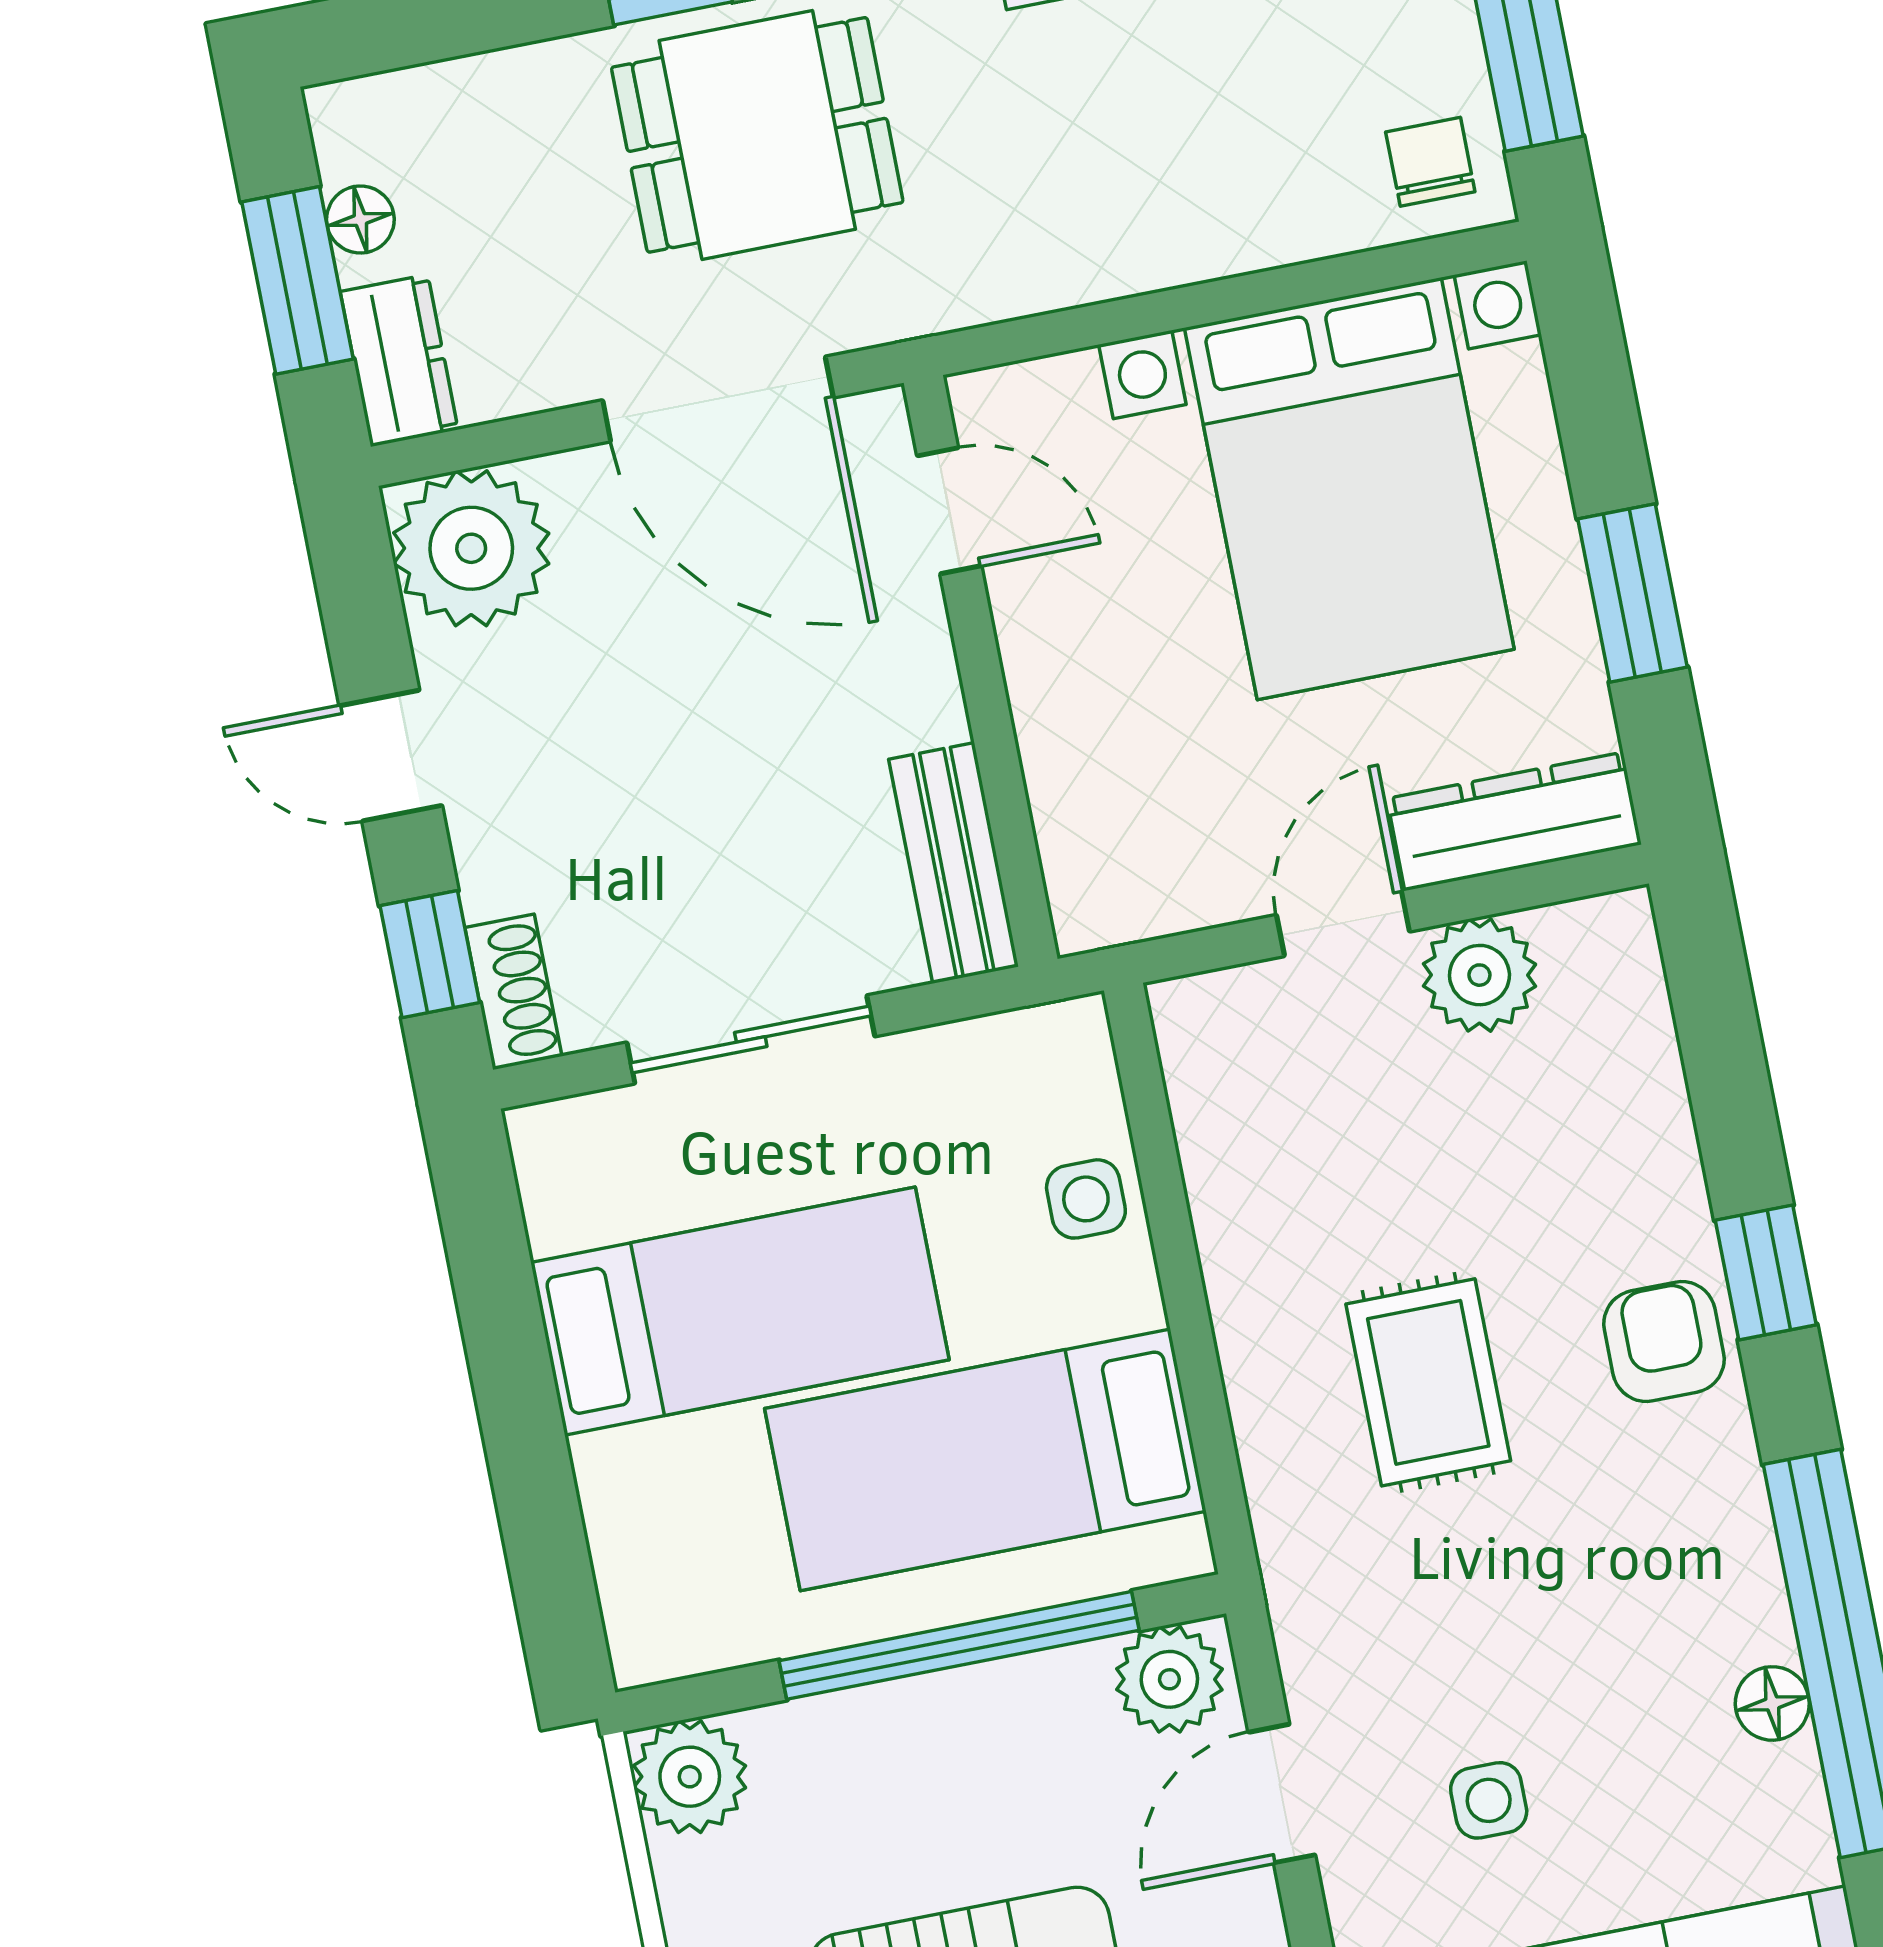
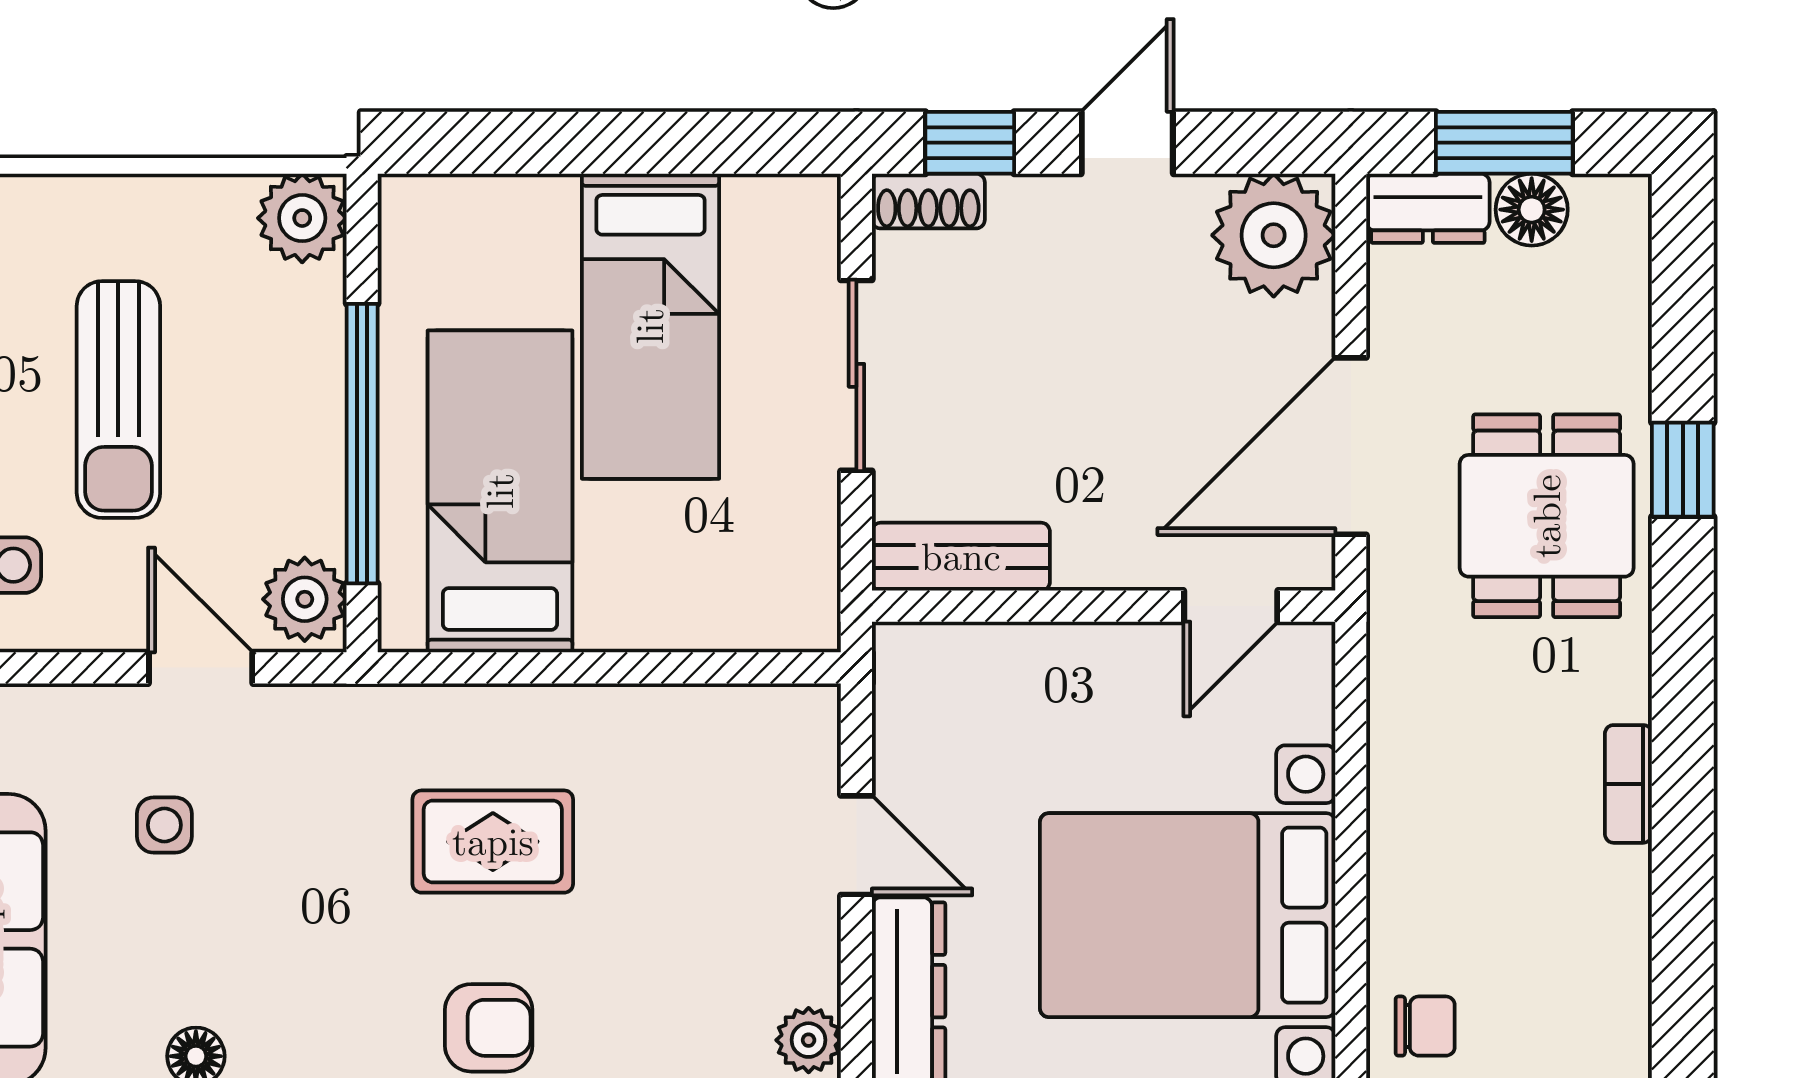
floor lamp: (360, 220) -> (1532, 210), width x1.37, depth x1.37
plant: (1479, 975) -> (809, 1040), moved, width x0.73, depth x0.73
side table: (1086, 1199) -> (684, 607), removed

